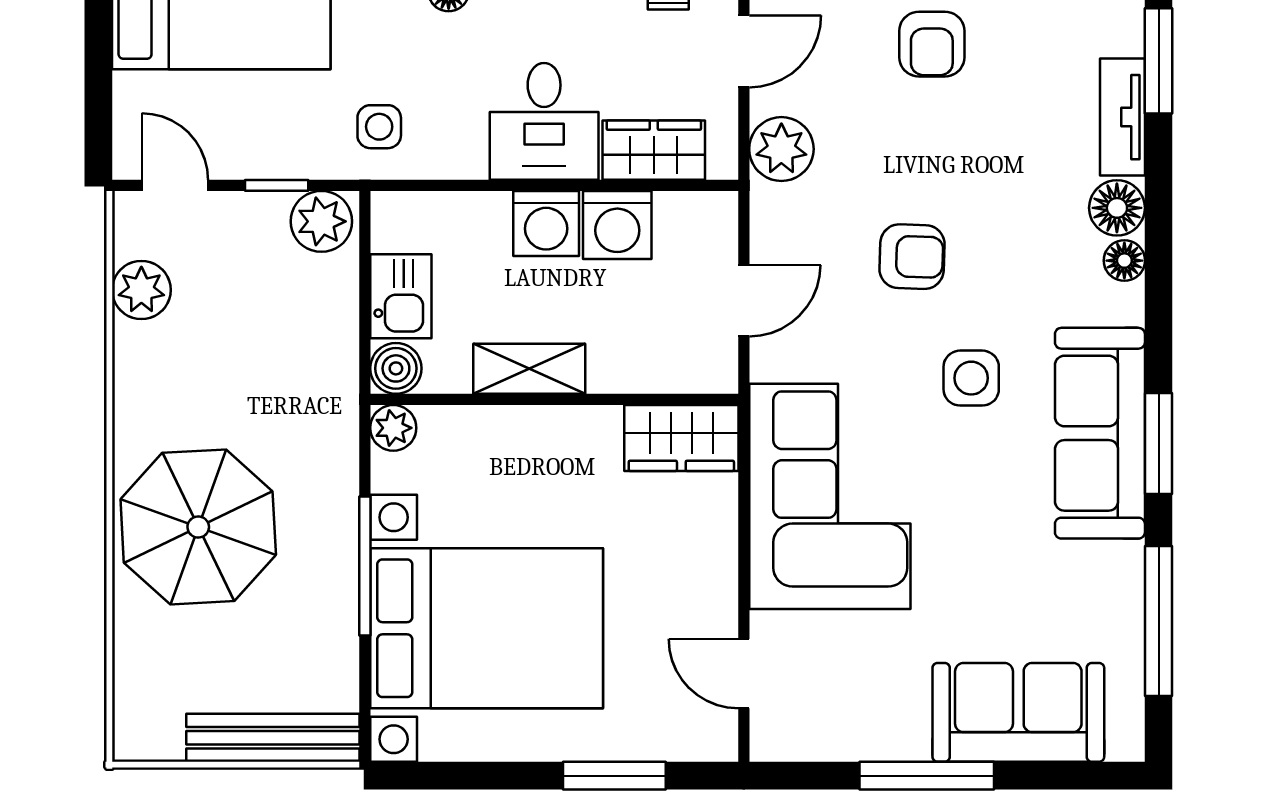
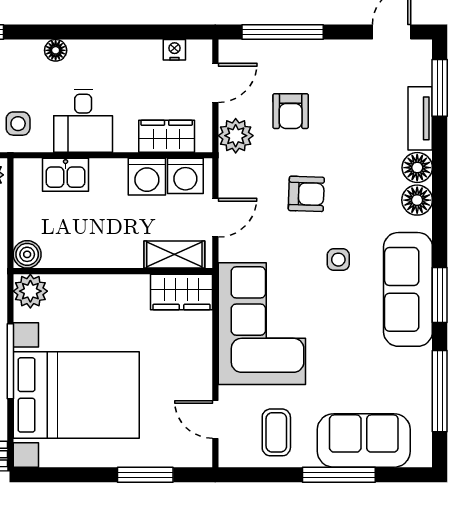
armchair: (932, 44) -> (291, 111), moved
desk: (544, 121) -> (83, 121), moved
washing machine: (546, 223) -> (185, 176), moved
floor lamp: (1124, 261) -> (417, 200), width x1.37, depth x1.37
kitchen sink: (401, 296) -> (66, 175), moved, turned 90
shelving: (529, 369) -> (174, 255), moved
side table: (971, 378) -> (338, 260), width x0.73, depth x0.73
plant: (393, 428) -> (30, 291), width x1.38, depth x1.38
coffee table: (857, 698) -> (276, 432), added
window: (927, 776) -> (339, 475), moved

